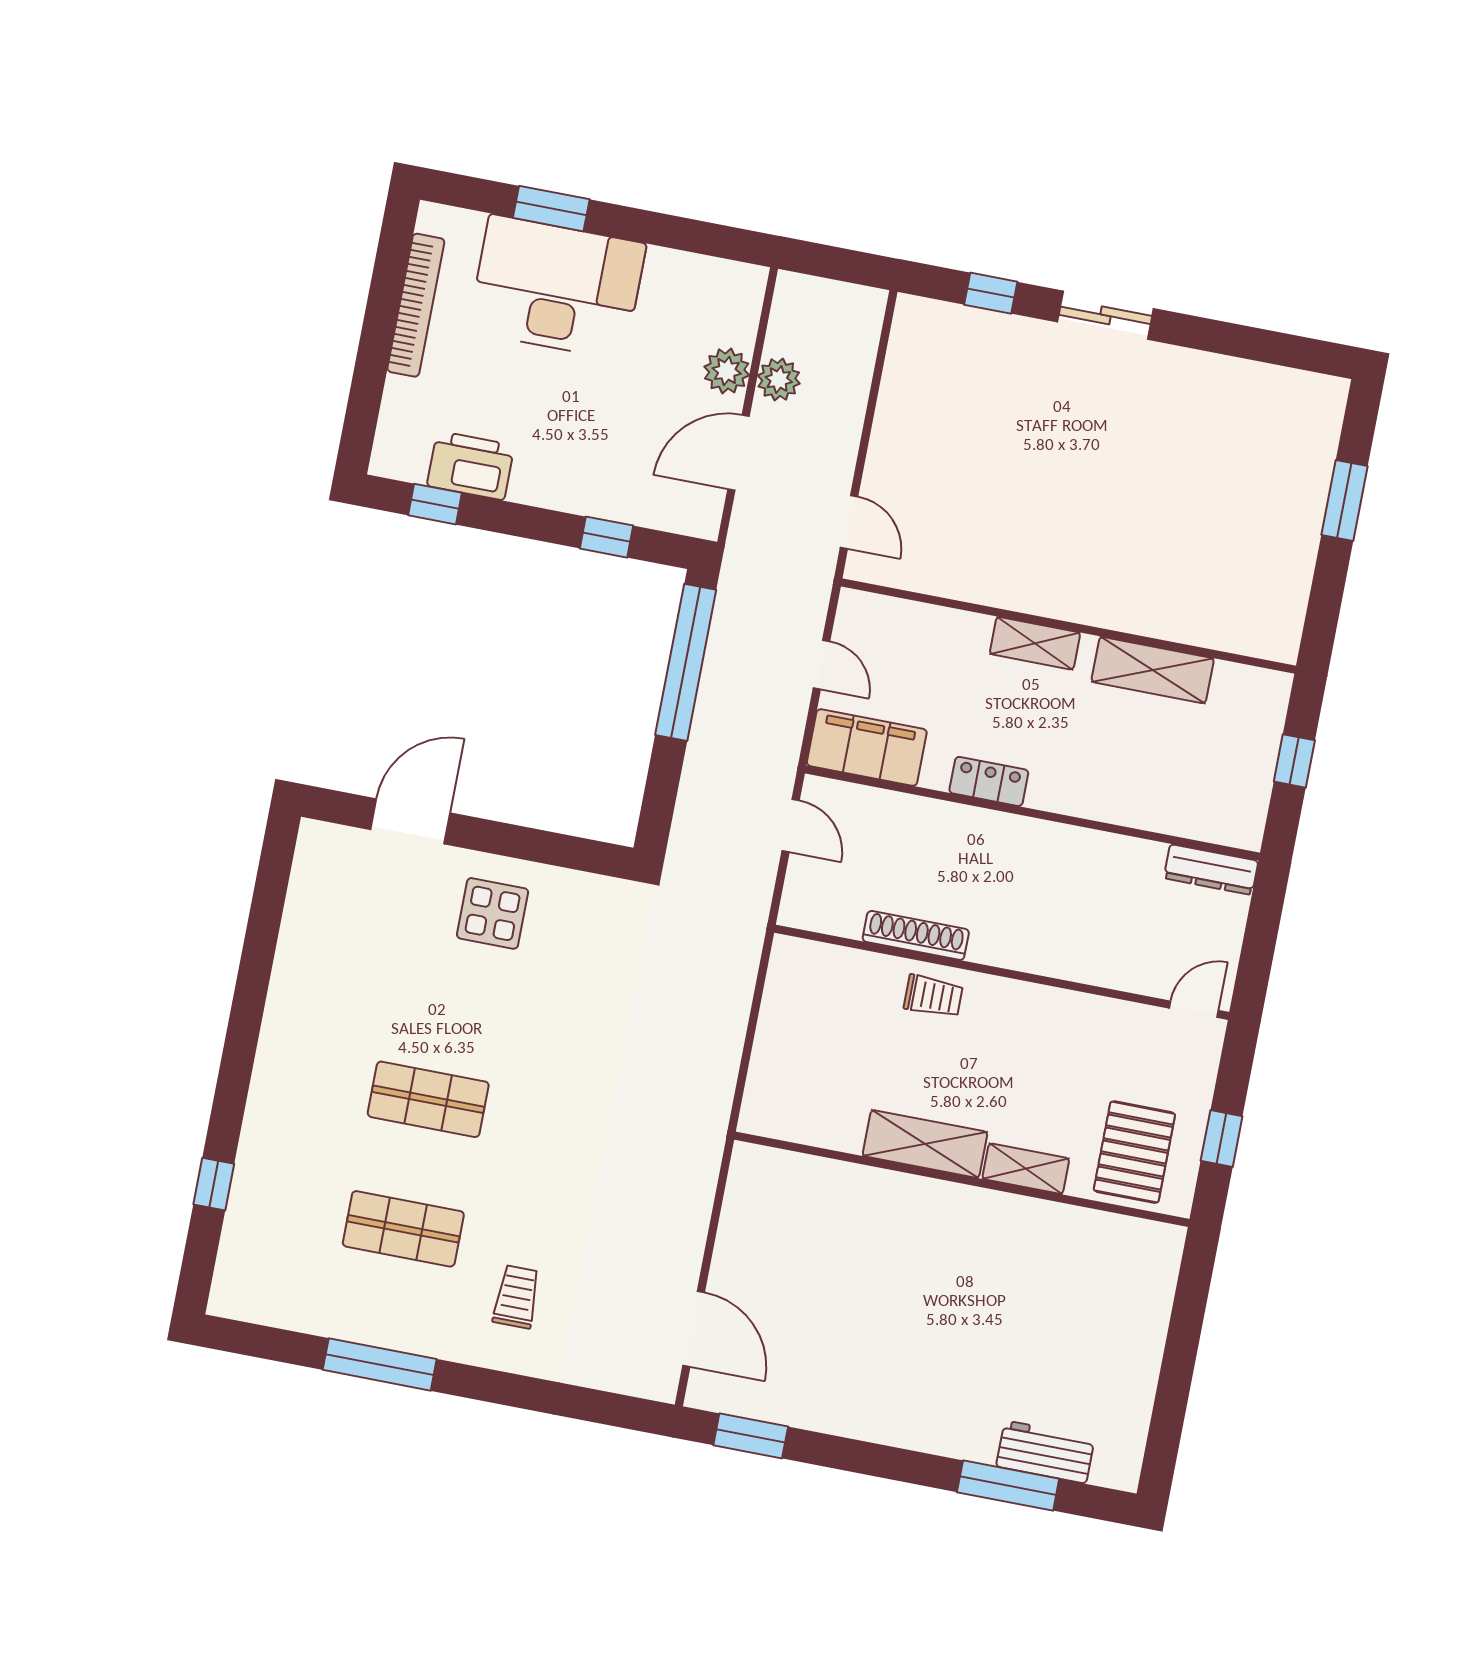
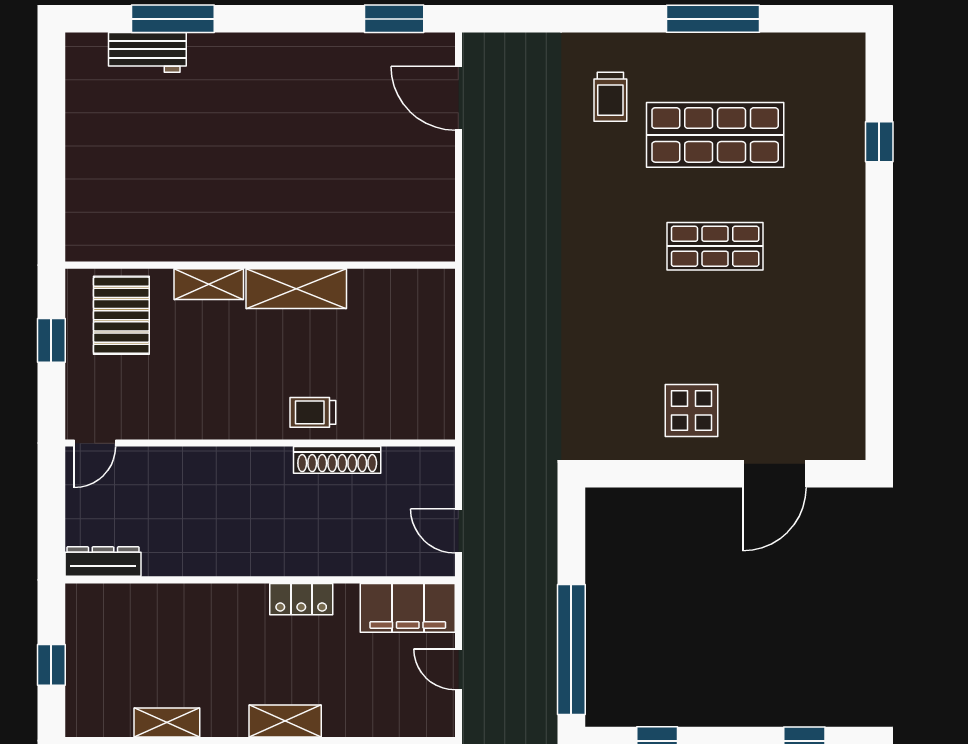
shelving: (1153, 670) -> (167, 723), width x0.67, depth x0.75
shop shelf: (403, 1229) -> (715, 135), width x1.43, depth x1.36

